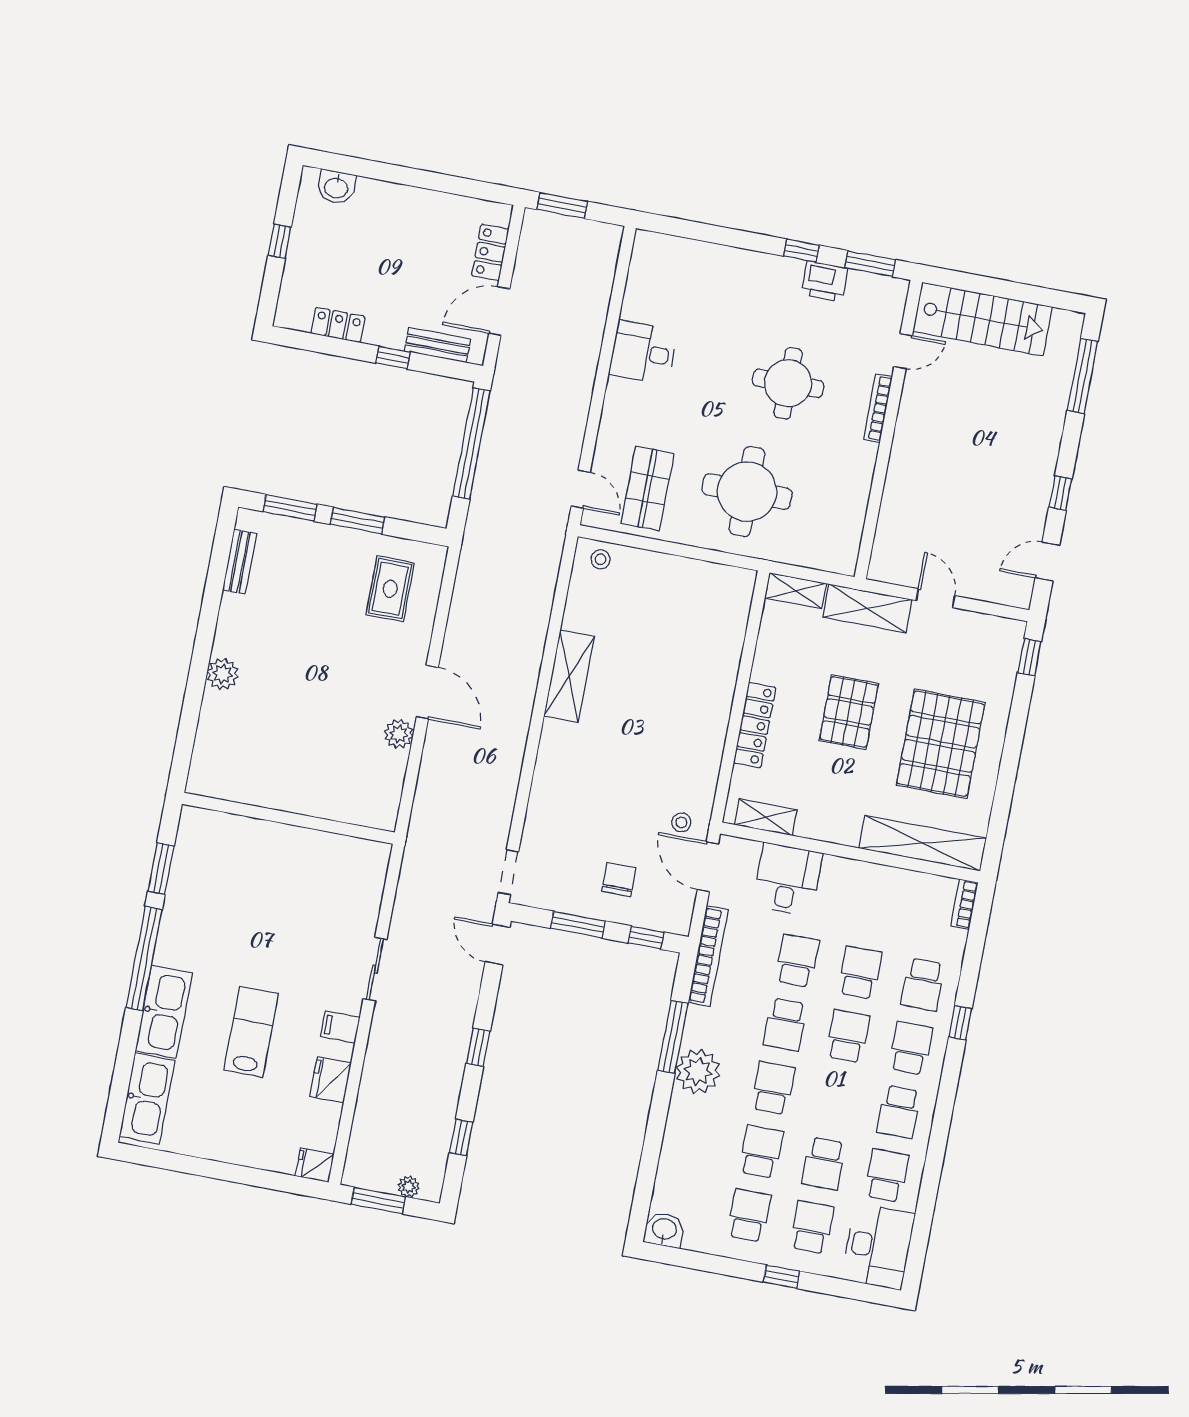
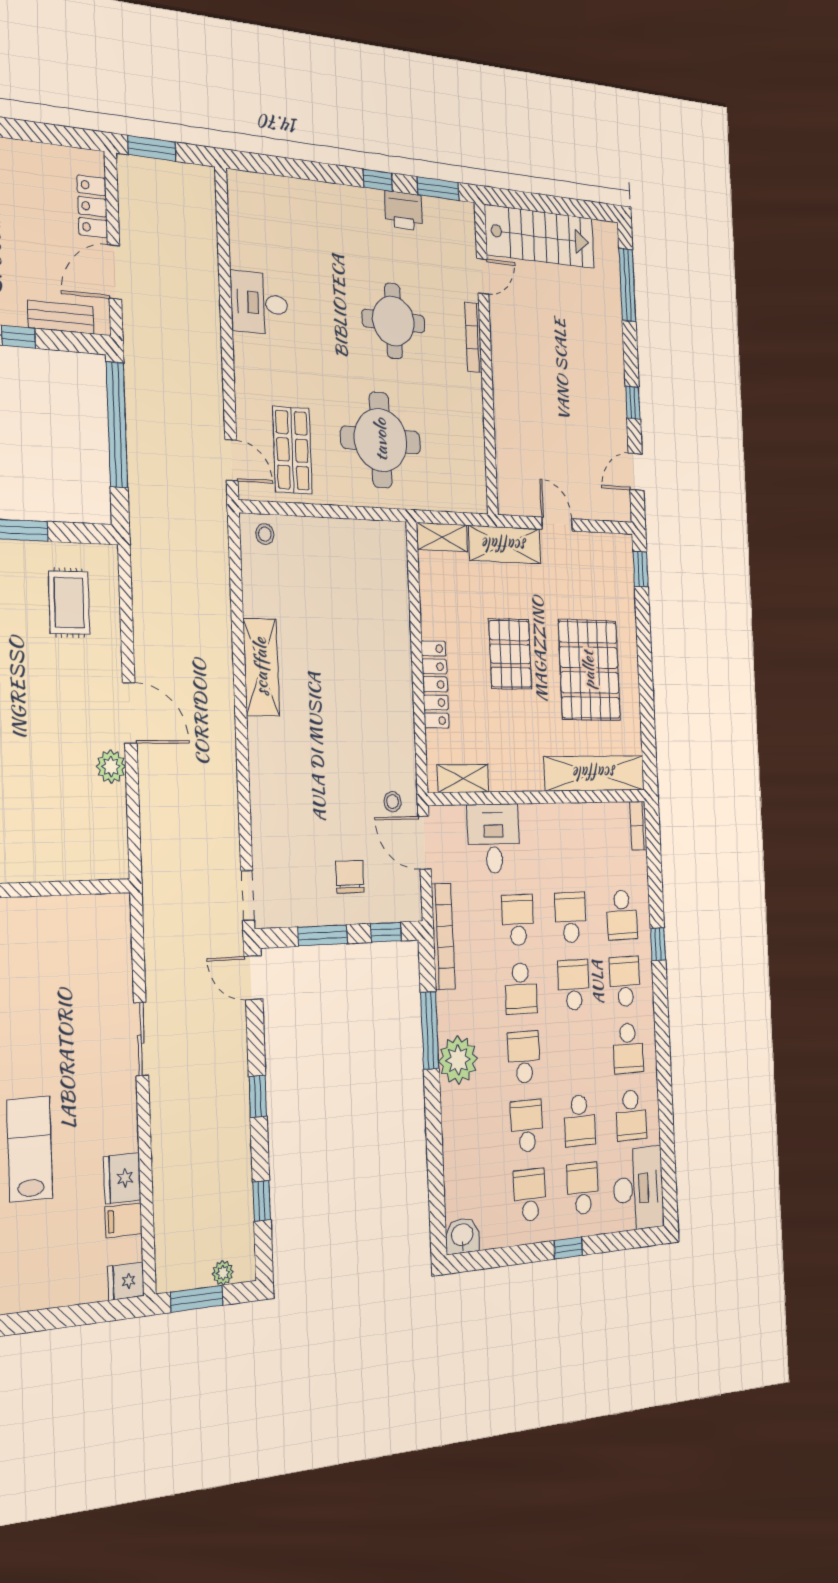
filing cabinet: (340, 1027) -> (124, 1220), moved
school desk: (887, 1175) -> (631, 1115), turned 180

